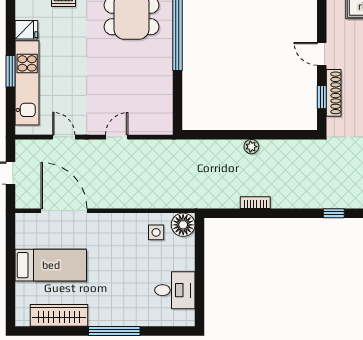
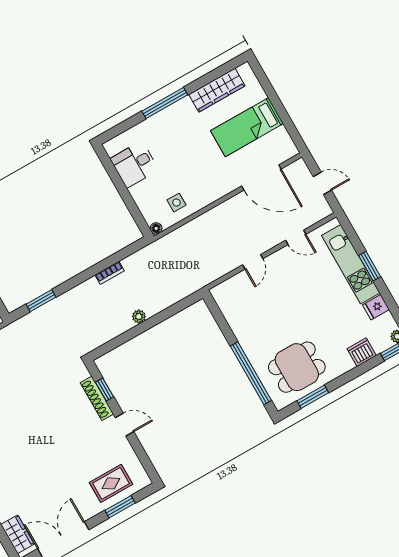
window: (334, 213) -> (41, 301), width x1.50
floor lamp: (183, 225) -> (156, 228), width x0.53, depth x0.53

